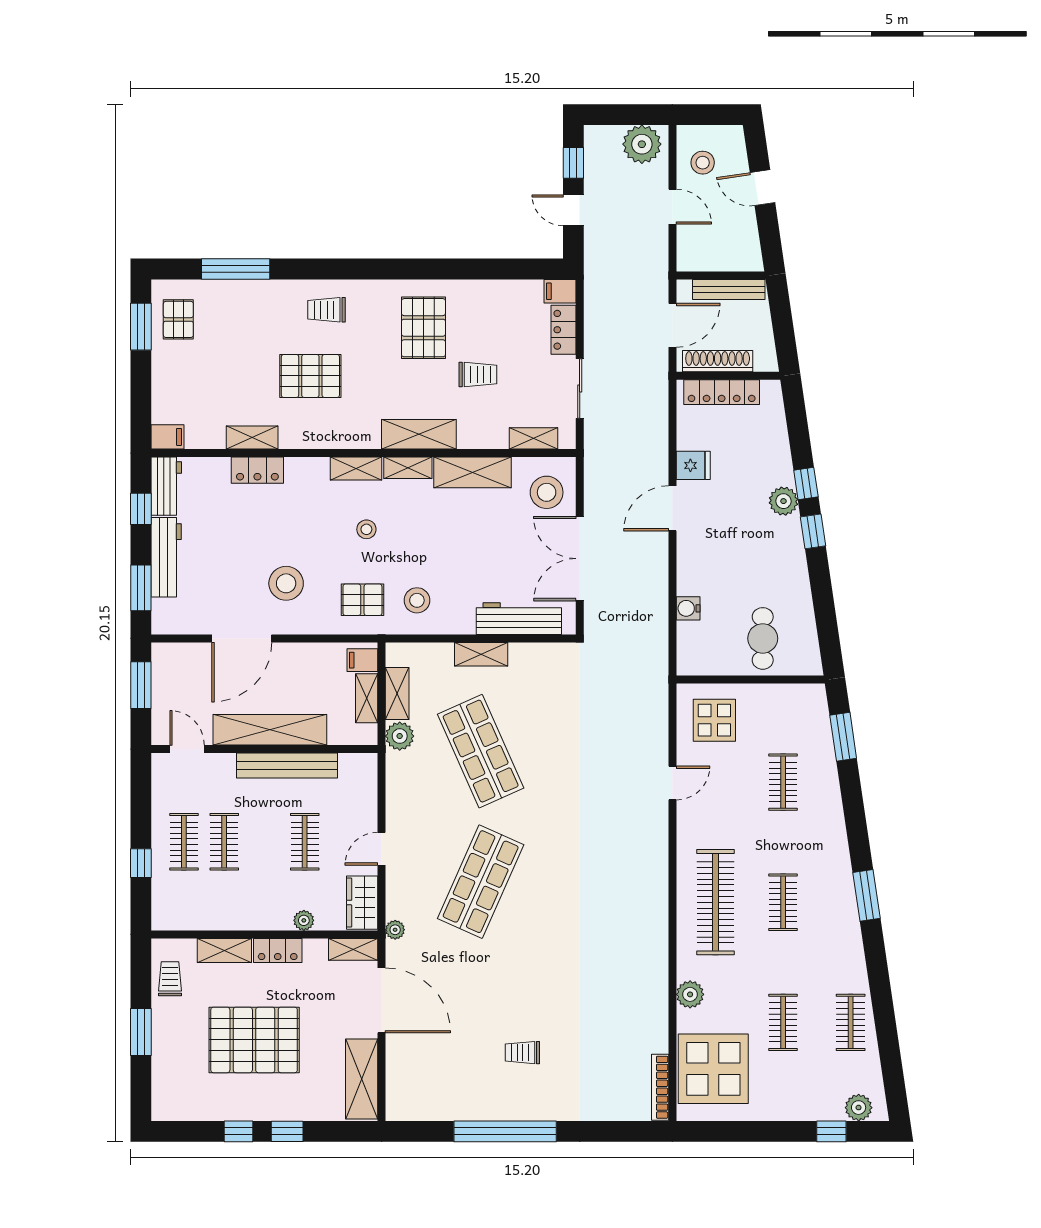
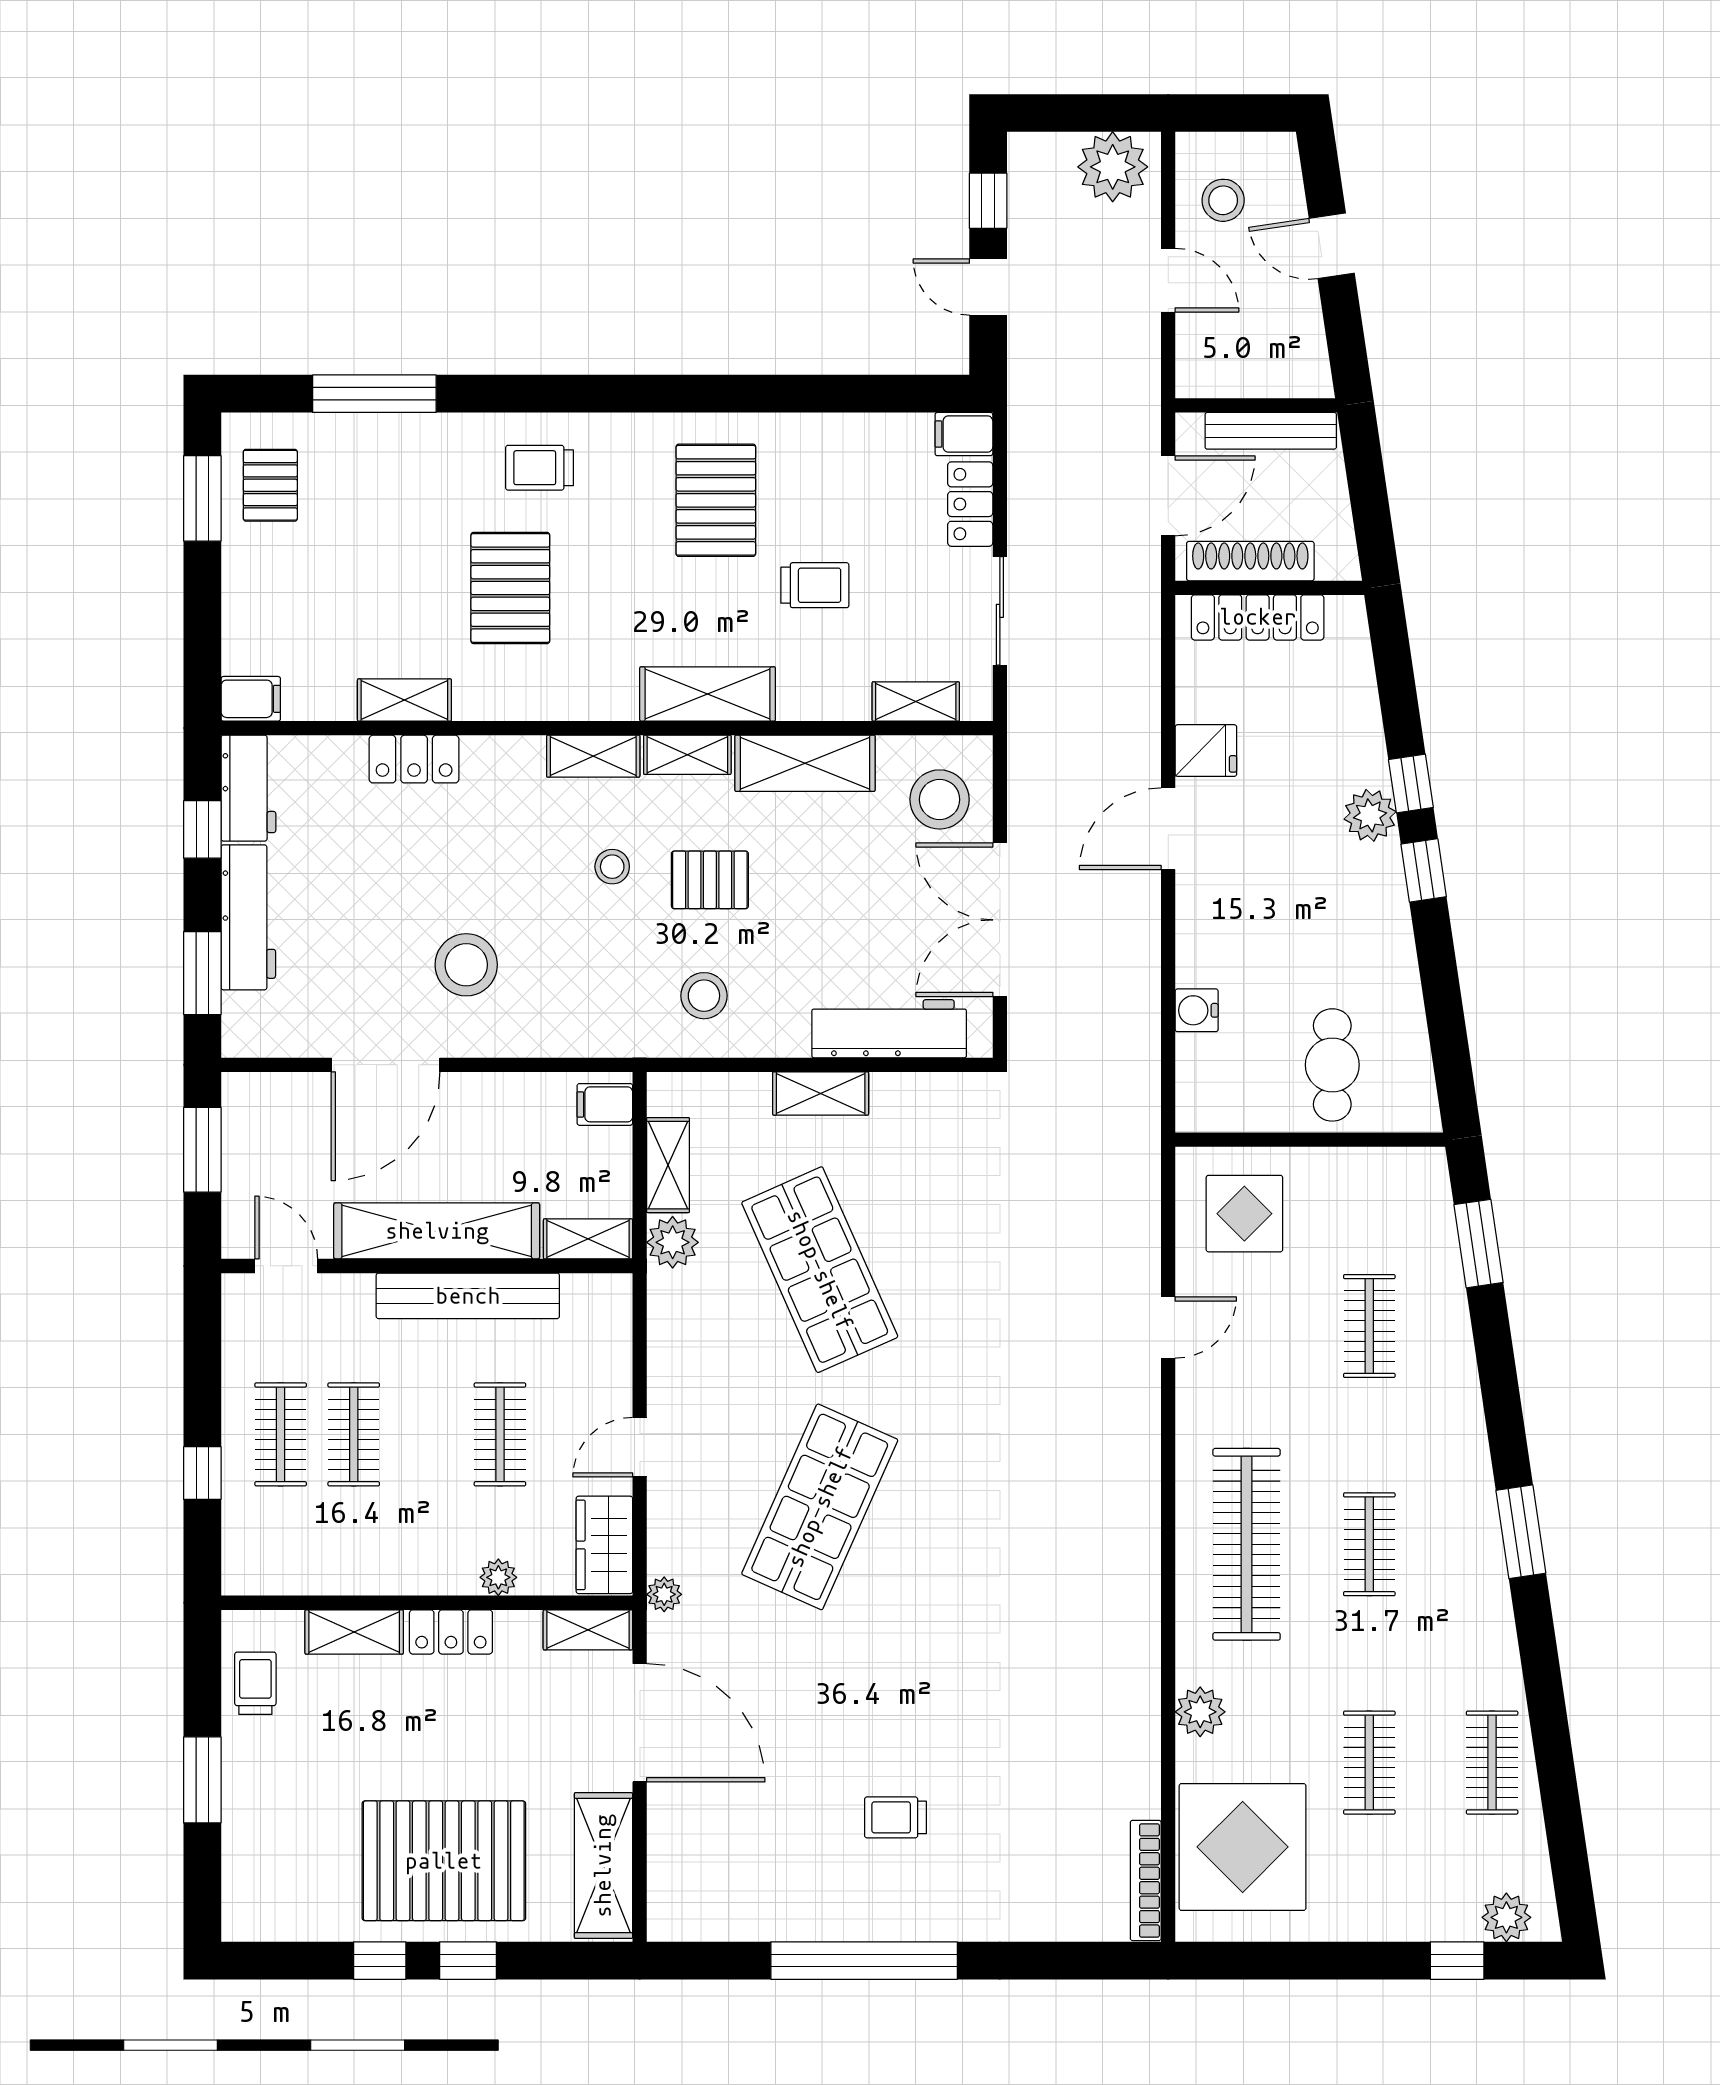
pallet: (310, 376) -> (510, 588), turned 90
pallet: (362, 600) -> (710, 880), moved
shelving: (367, 698) -> (588, 1239), moved, turned 90
pallet: (254, 1040) -> (444, 1861), moved

